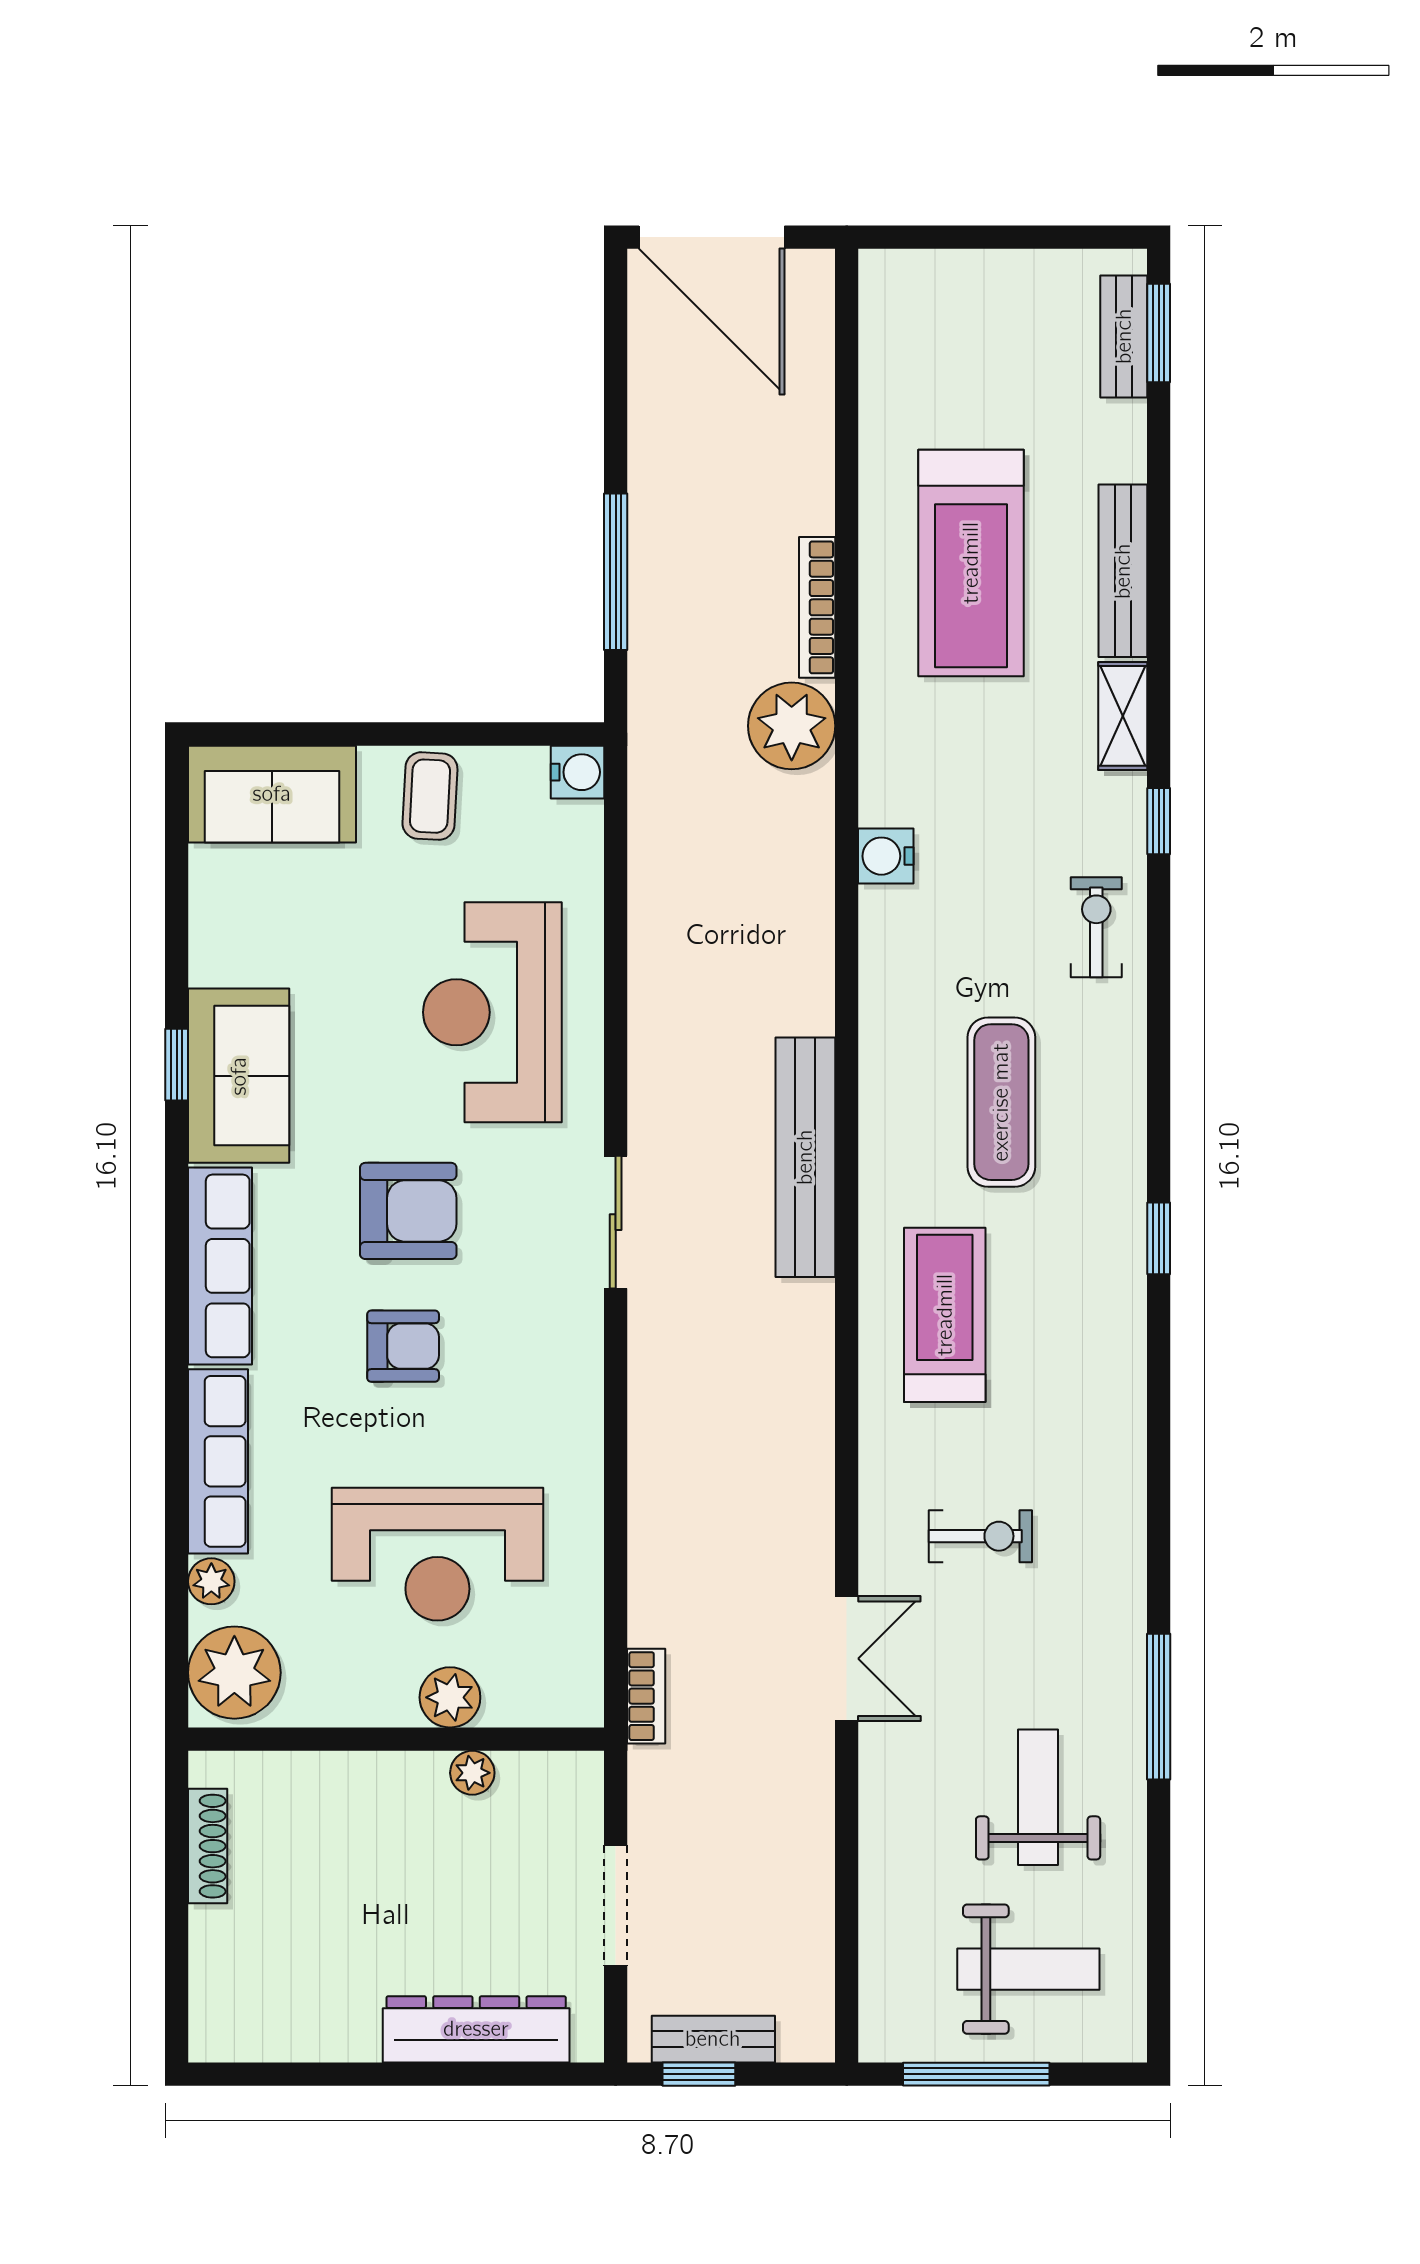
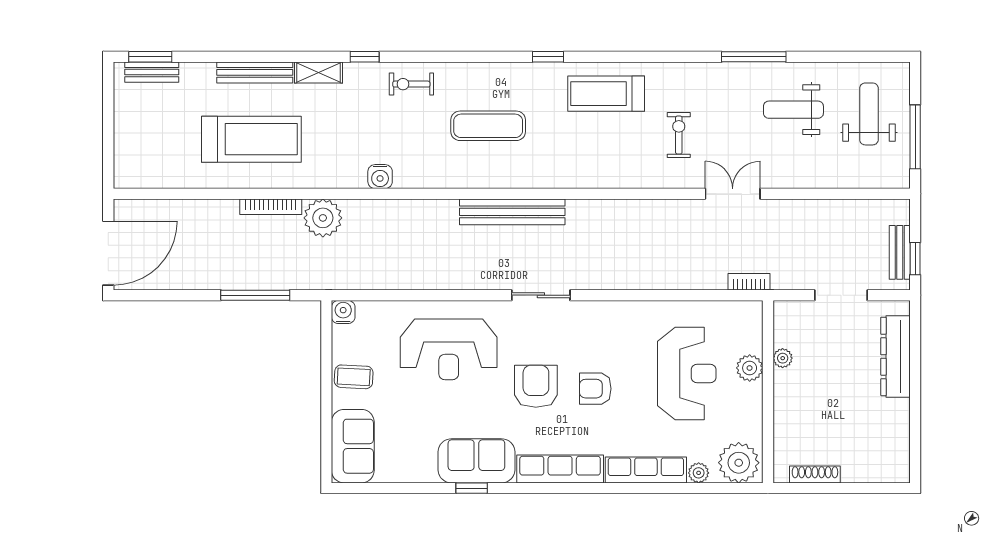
treadmill: (945, 1315) -> (606, 94), moved
armchair: (403, 1346) -> (595, 389), turned -90

